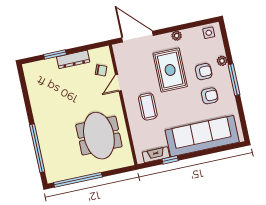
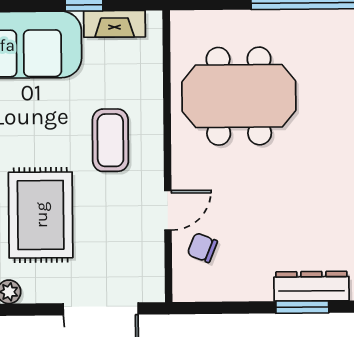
dresser: (73, 59) -> (311, 286), moved
meeting table: (99, 136) -> (239, 96), turned 90

